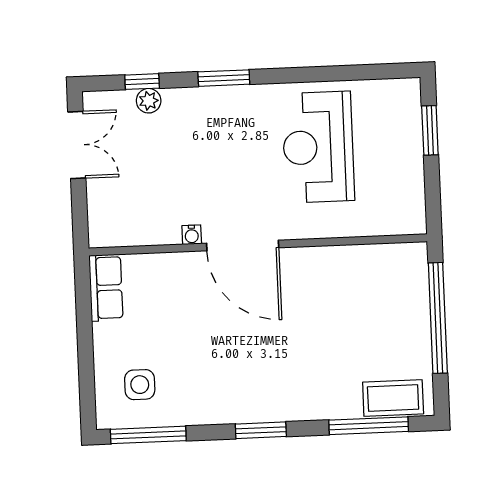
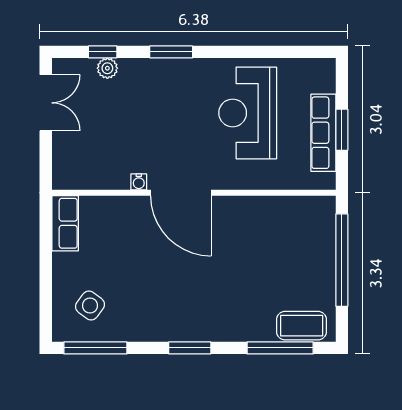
window: (430, 130) -> (342, 130), moved
row of seats: (409, 167) -> (323, 133), added
side table: (140, 385) -> (90, 305), turned 36

